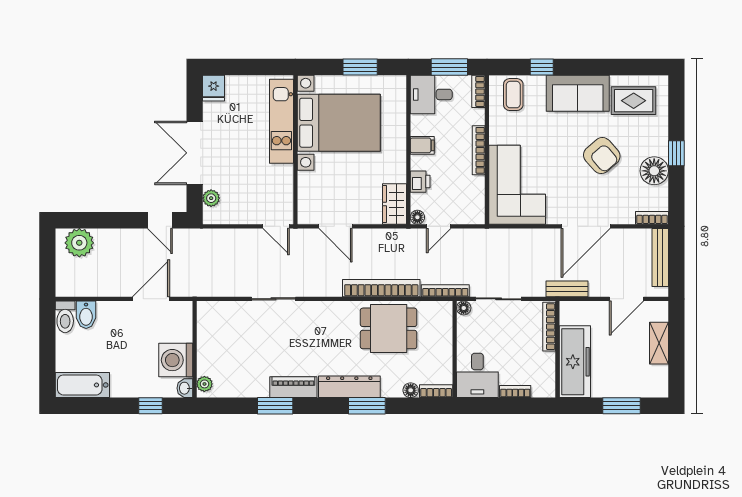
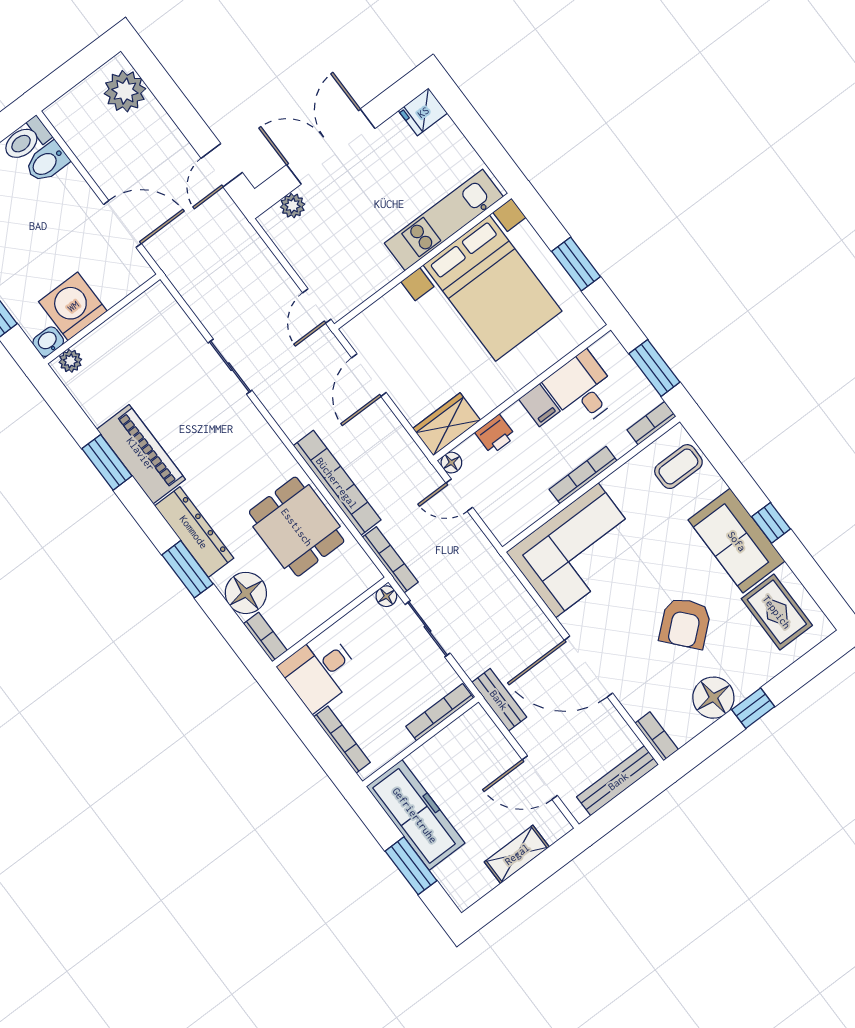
window: (542, 67) -> (771, 523), moved
desk: (431, 94) -> (582, 389), moved
freezer: (575, 362) -> (415, 815), moved, turned -90
piano: (293, 387) -> (141, 454), width x1.37, depth x1.33
floor lamp: (411, 390) -> (246, 593), width x1.89, depth x1.89
bookcase: (515, 391) -> (342, 740), width x1.56

